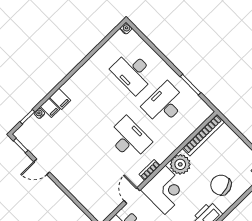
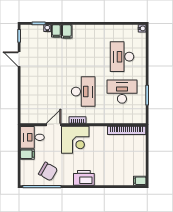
plant: (180, 164) -> (98, 134), removed
chair: (221, 185) -> (109, 168), removed

